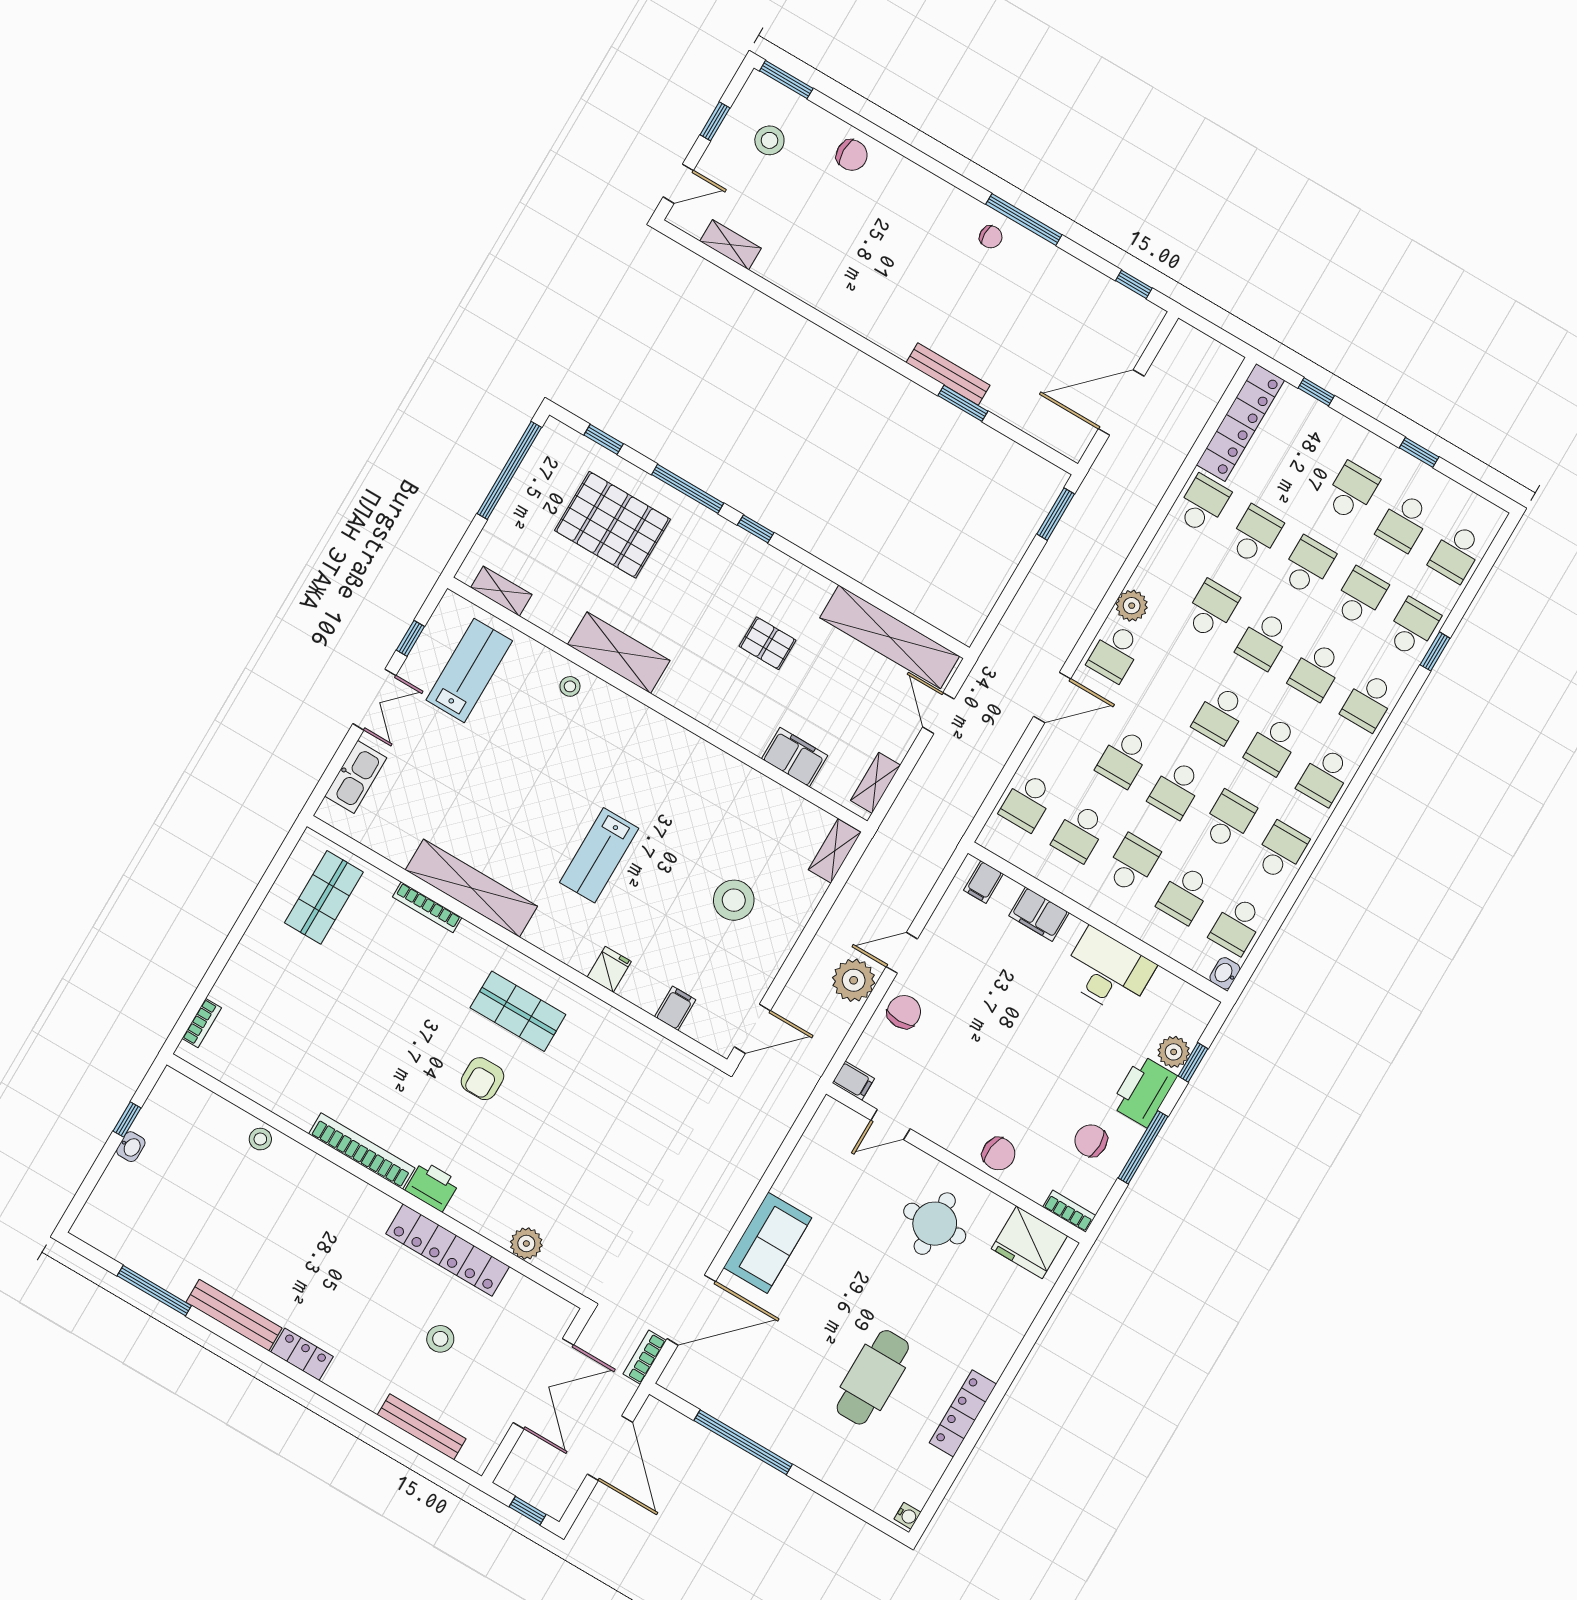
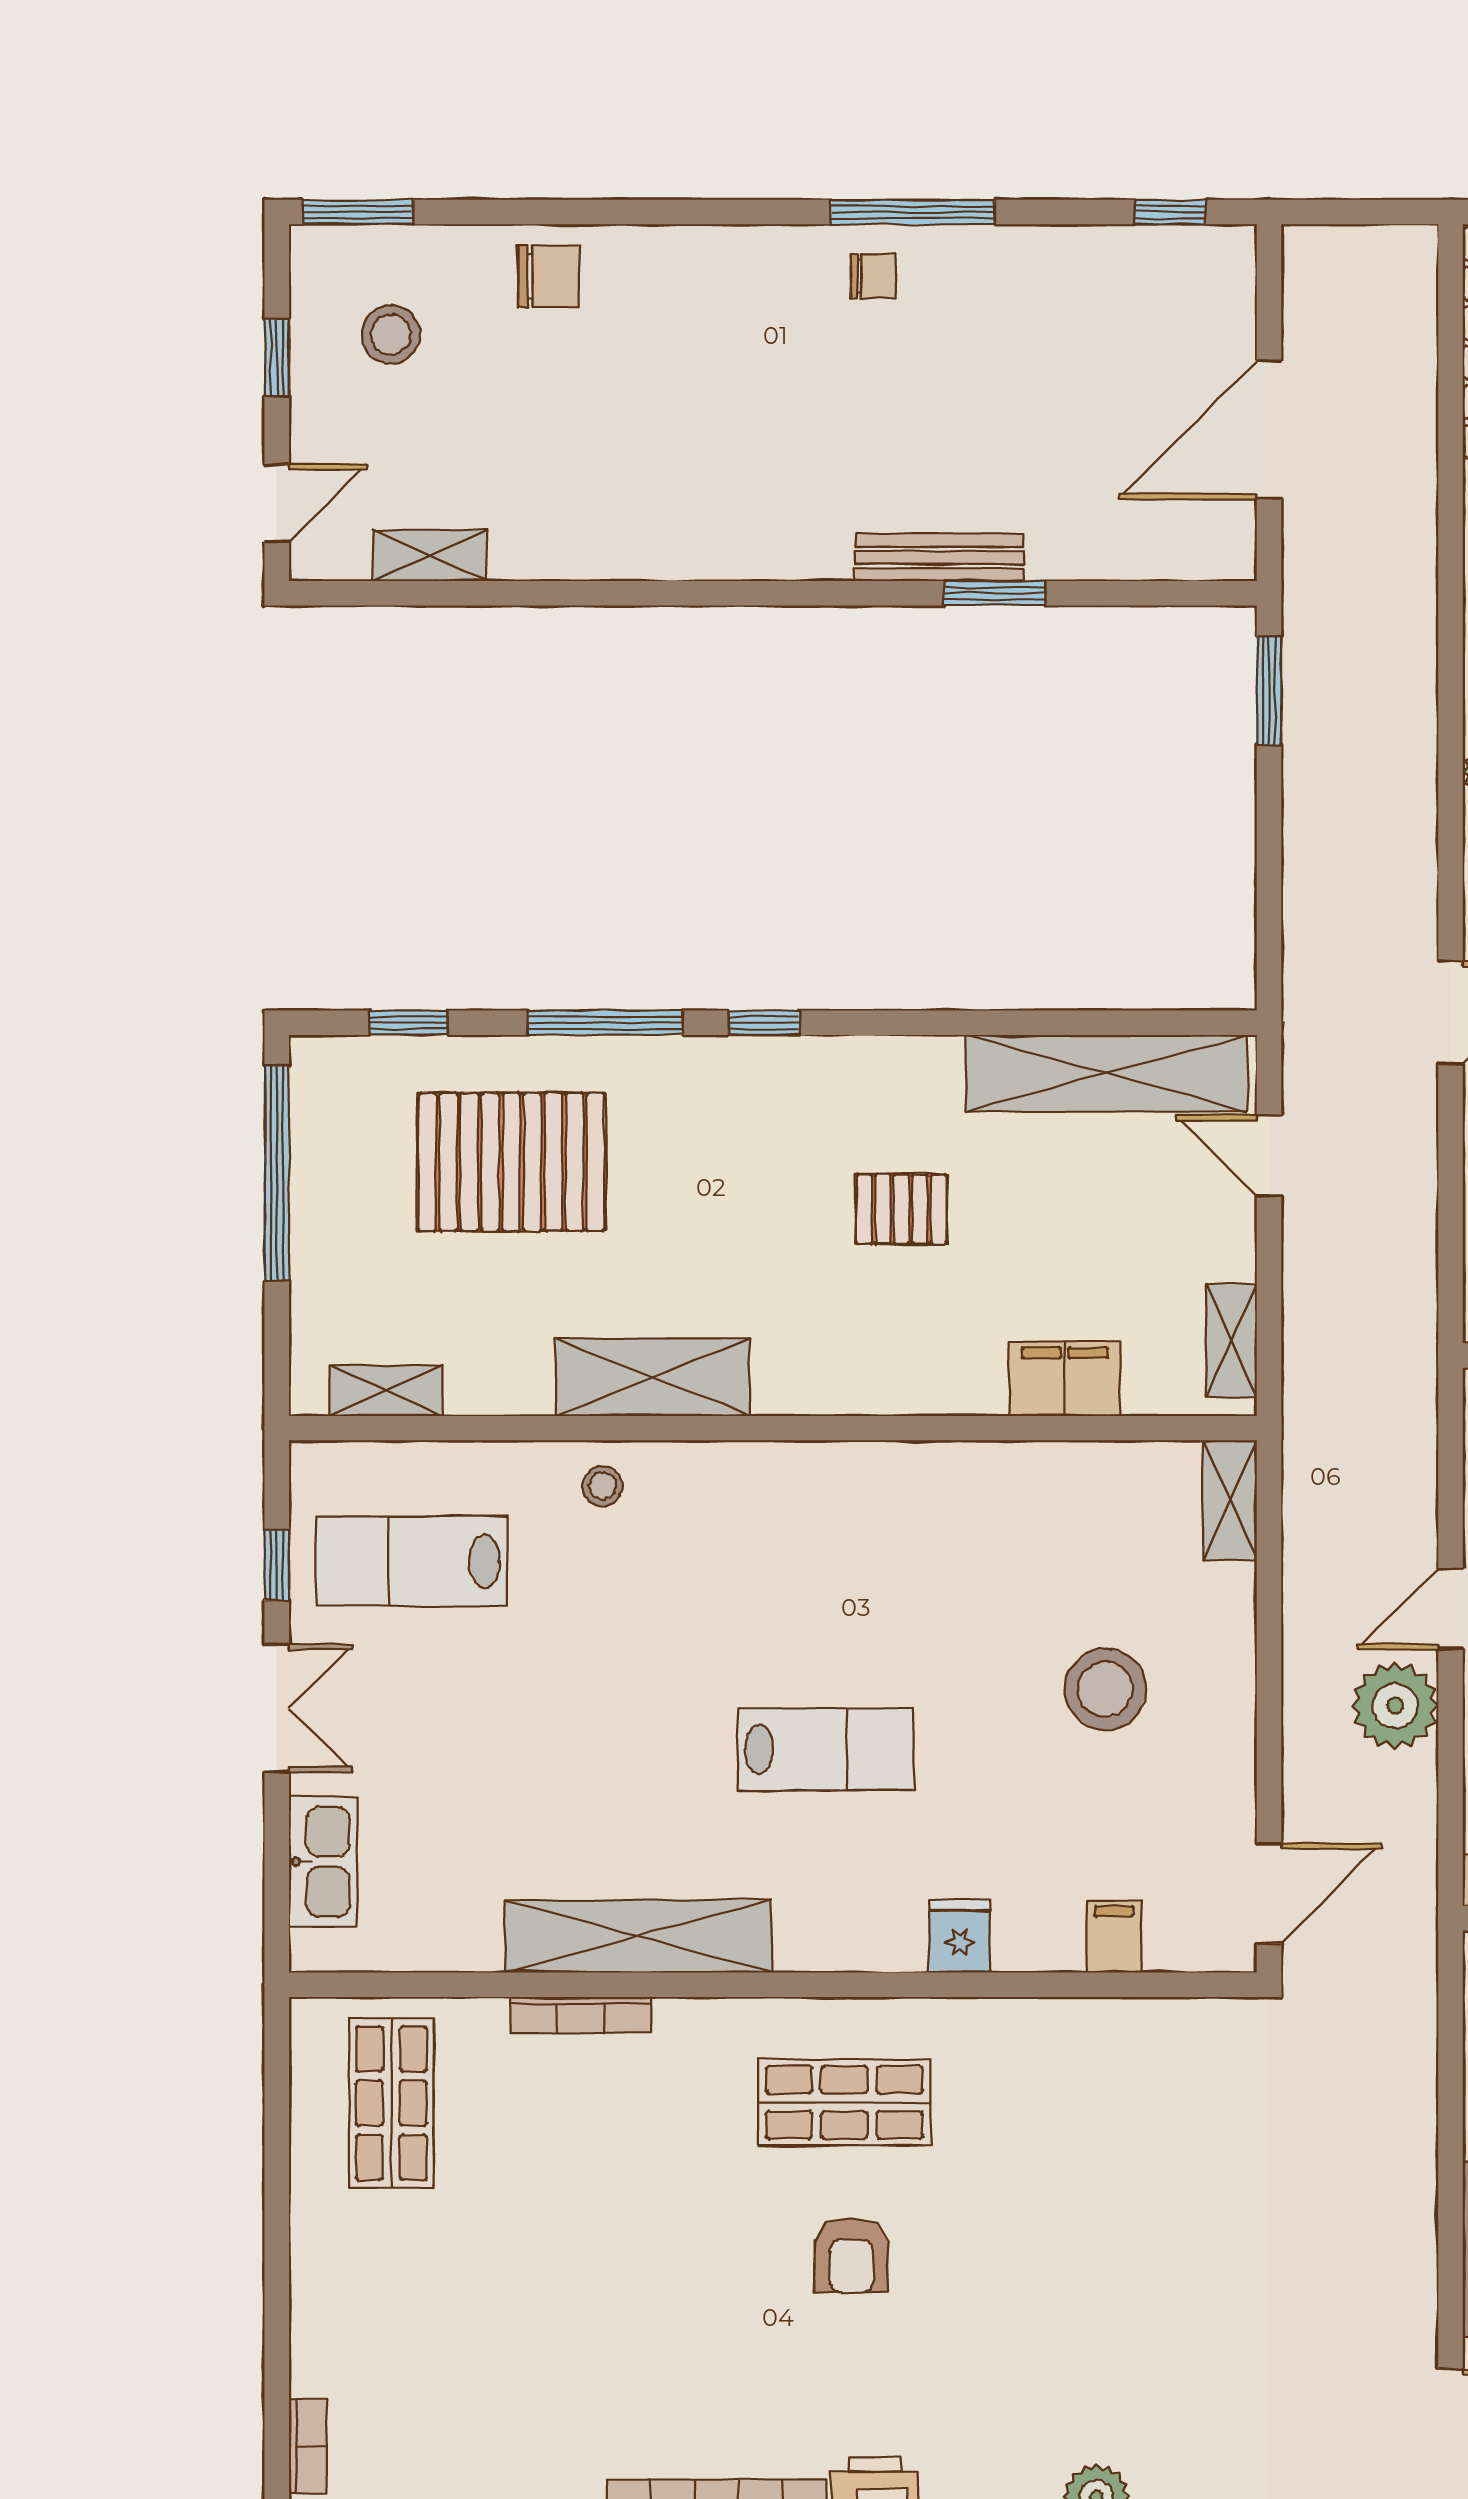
lab bench: (469, 670) -> (412, 1561), turned -90
lab bench: (599, 855) -> (826, 1749), turned -90

